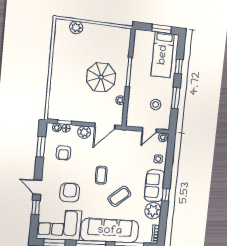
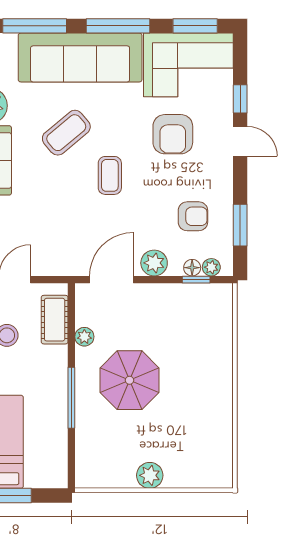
plant: (76, 27) -> (150, 475), moved
cot: (133, 110) -> (55, 320), added
armchair: (63, 153) -> (193, 216), turned 90

